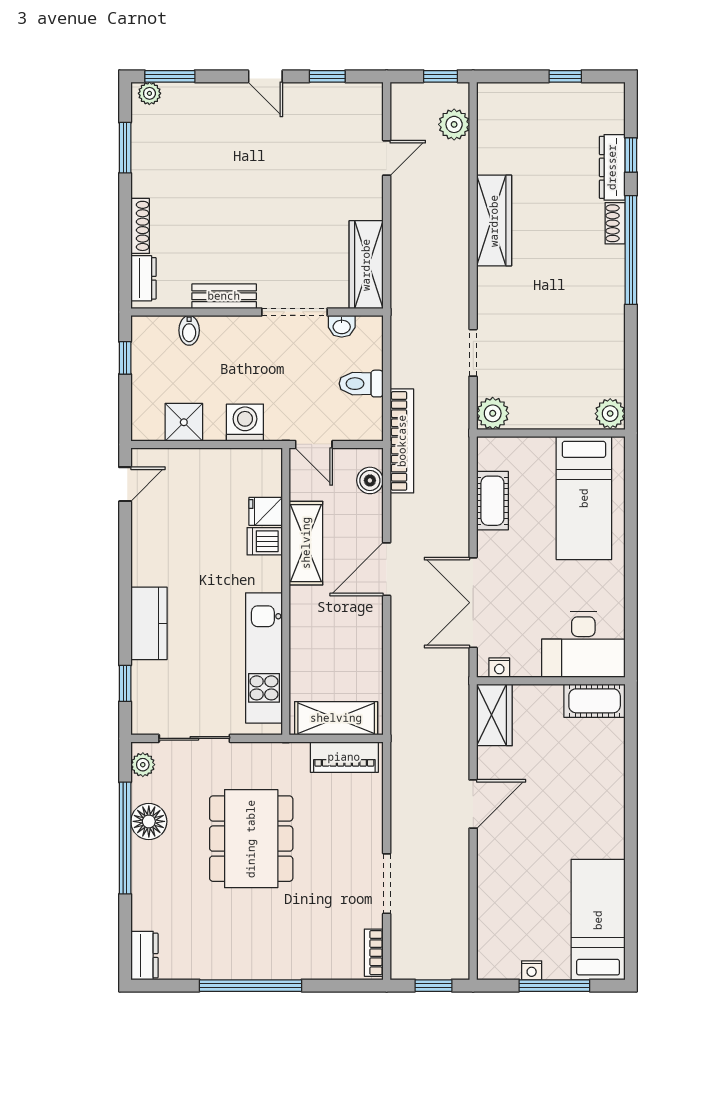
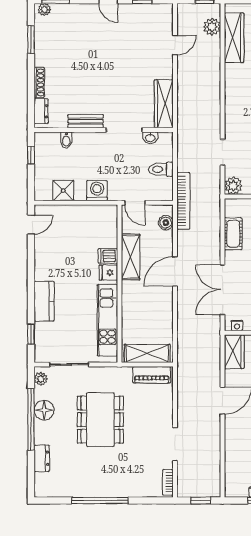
wardrobe: (494, 221) -> (234, 38), moved
fridge: (266, 511) -> (108, 273), moved
dresser: (144, 956) -> (42, 458), moved

